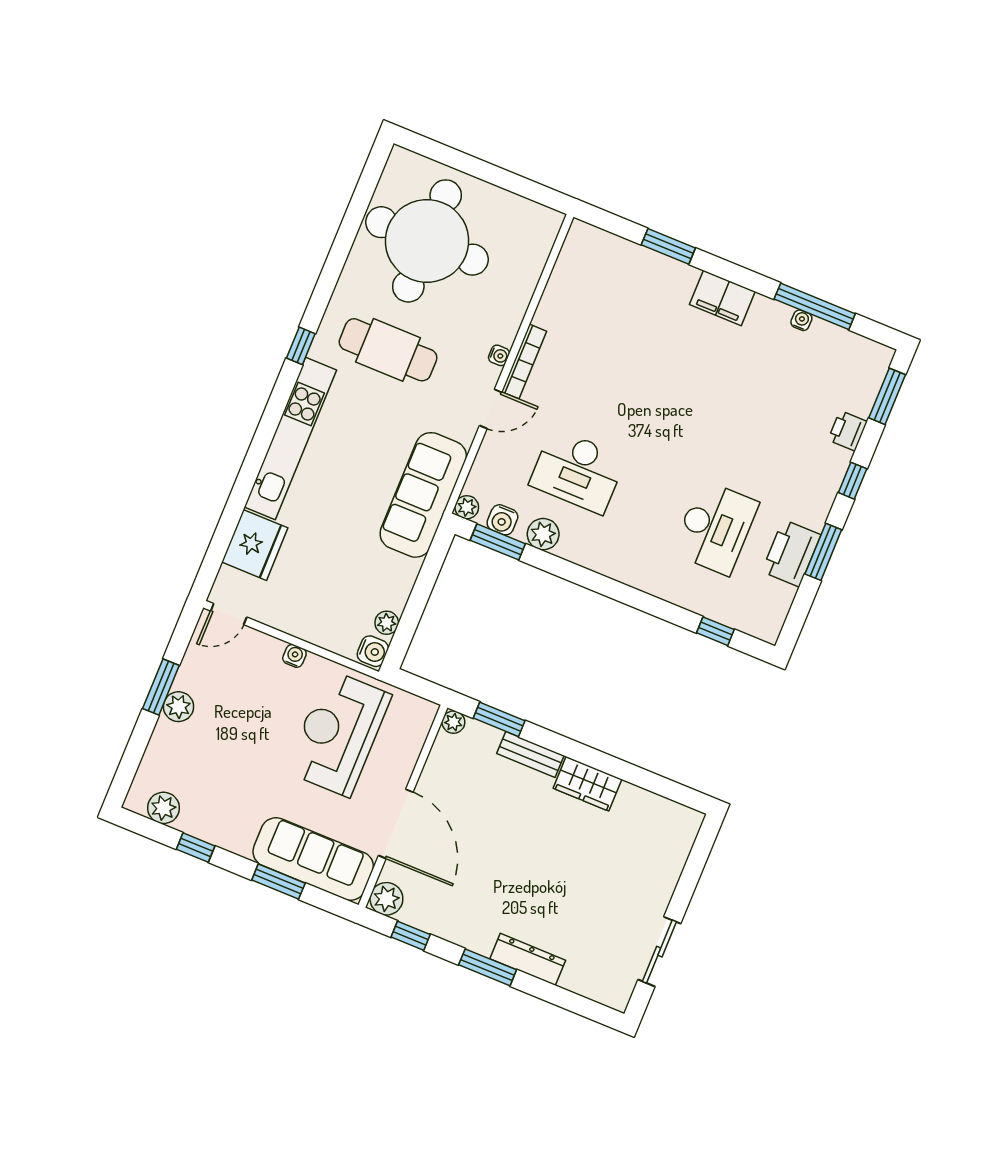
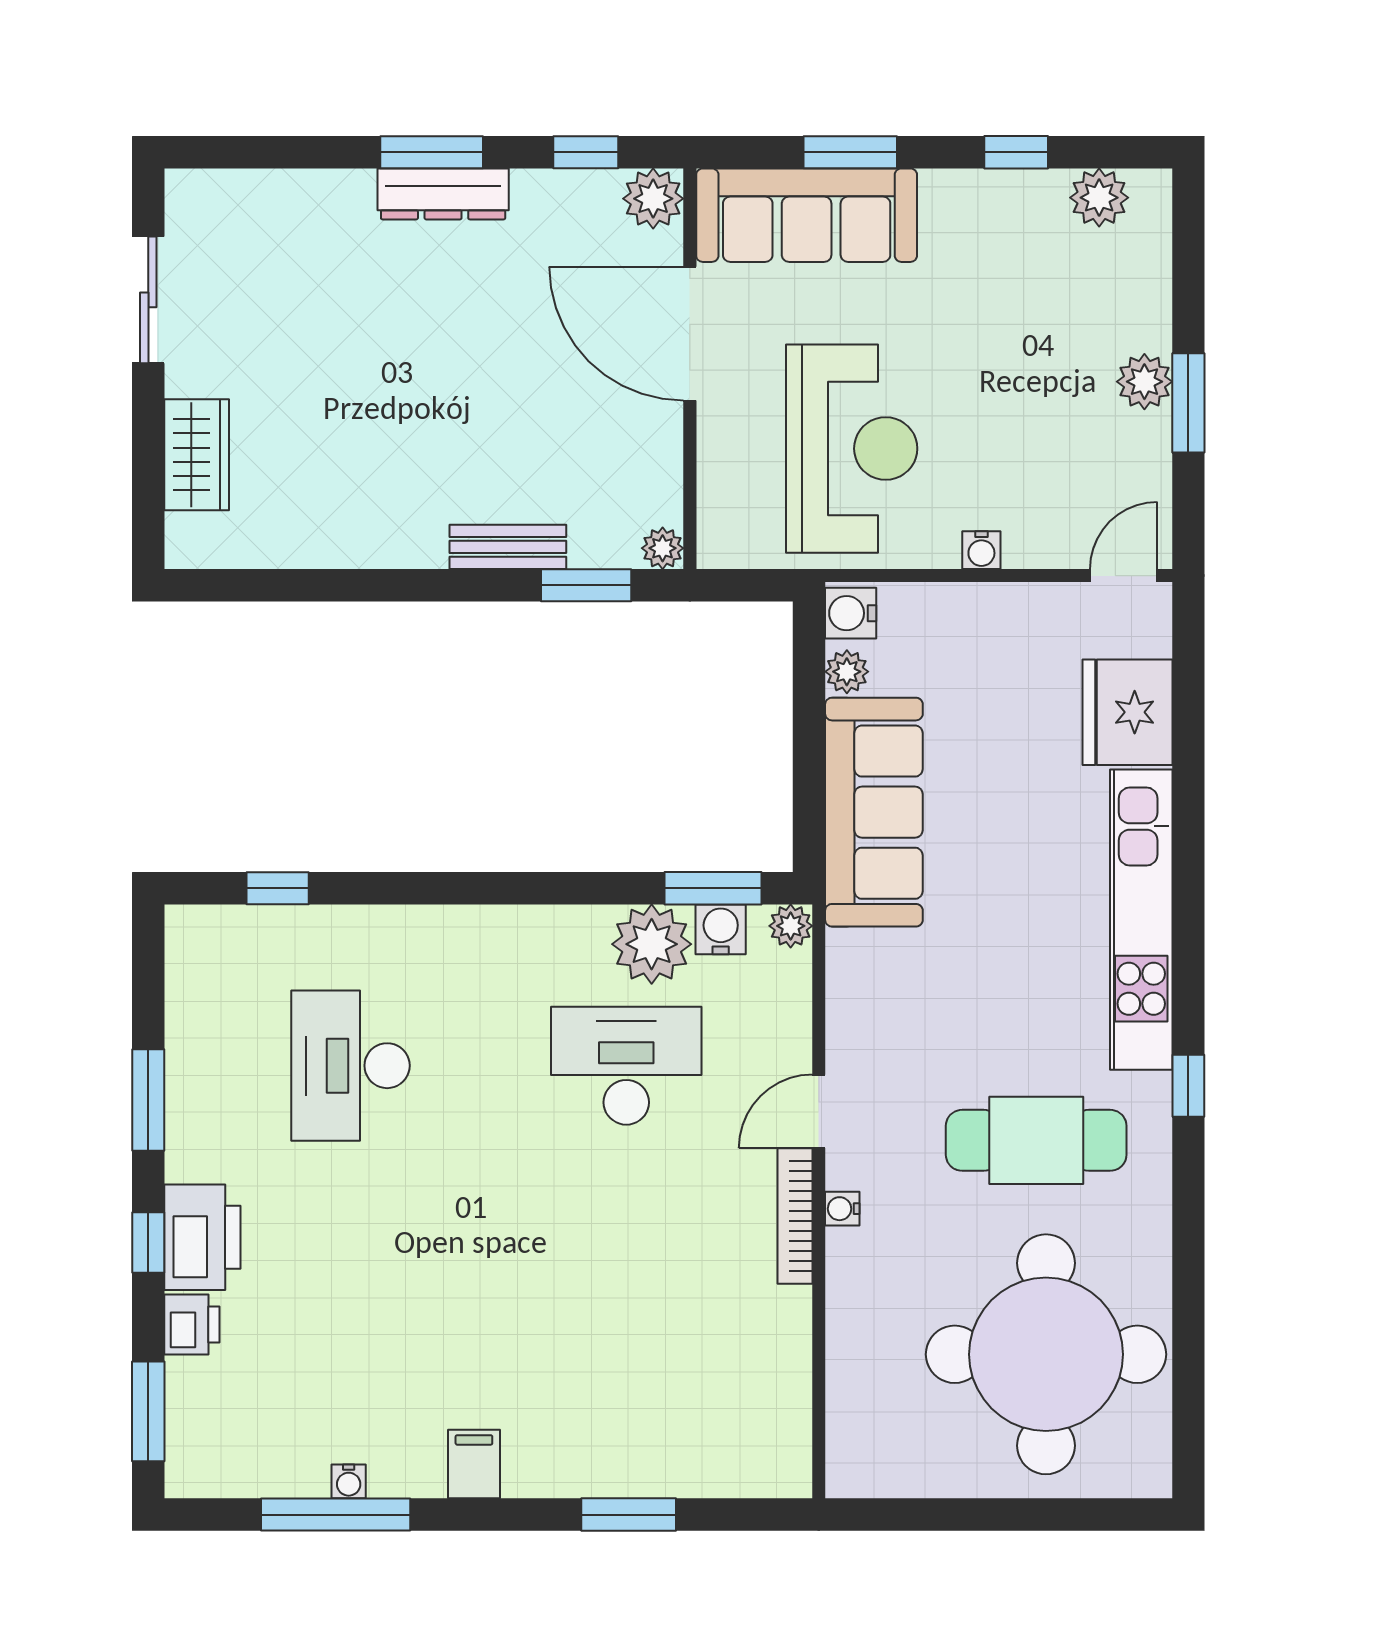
filing cabinet: (722, 298) -> (474, 1464), width x0.50
sofa: (423, 495) -> (874, 812), moved
plant: (543, 534) -> (652, 944), width x1.36, depth x1.36
printer: (791, 553) -> (202, 1237), moved
wardrobe: (587, 784) -> (197, 455), moved, turned 90
dresser: (528, 959) -> (443, 194), moved

